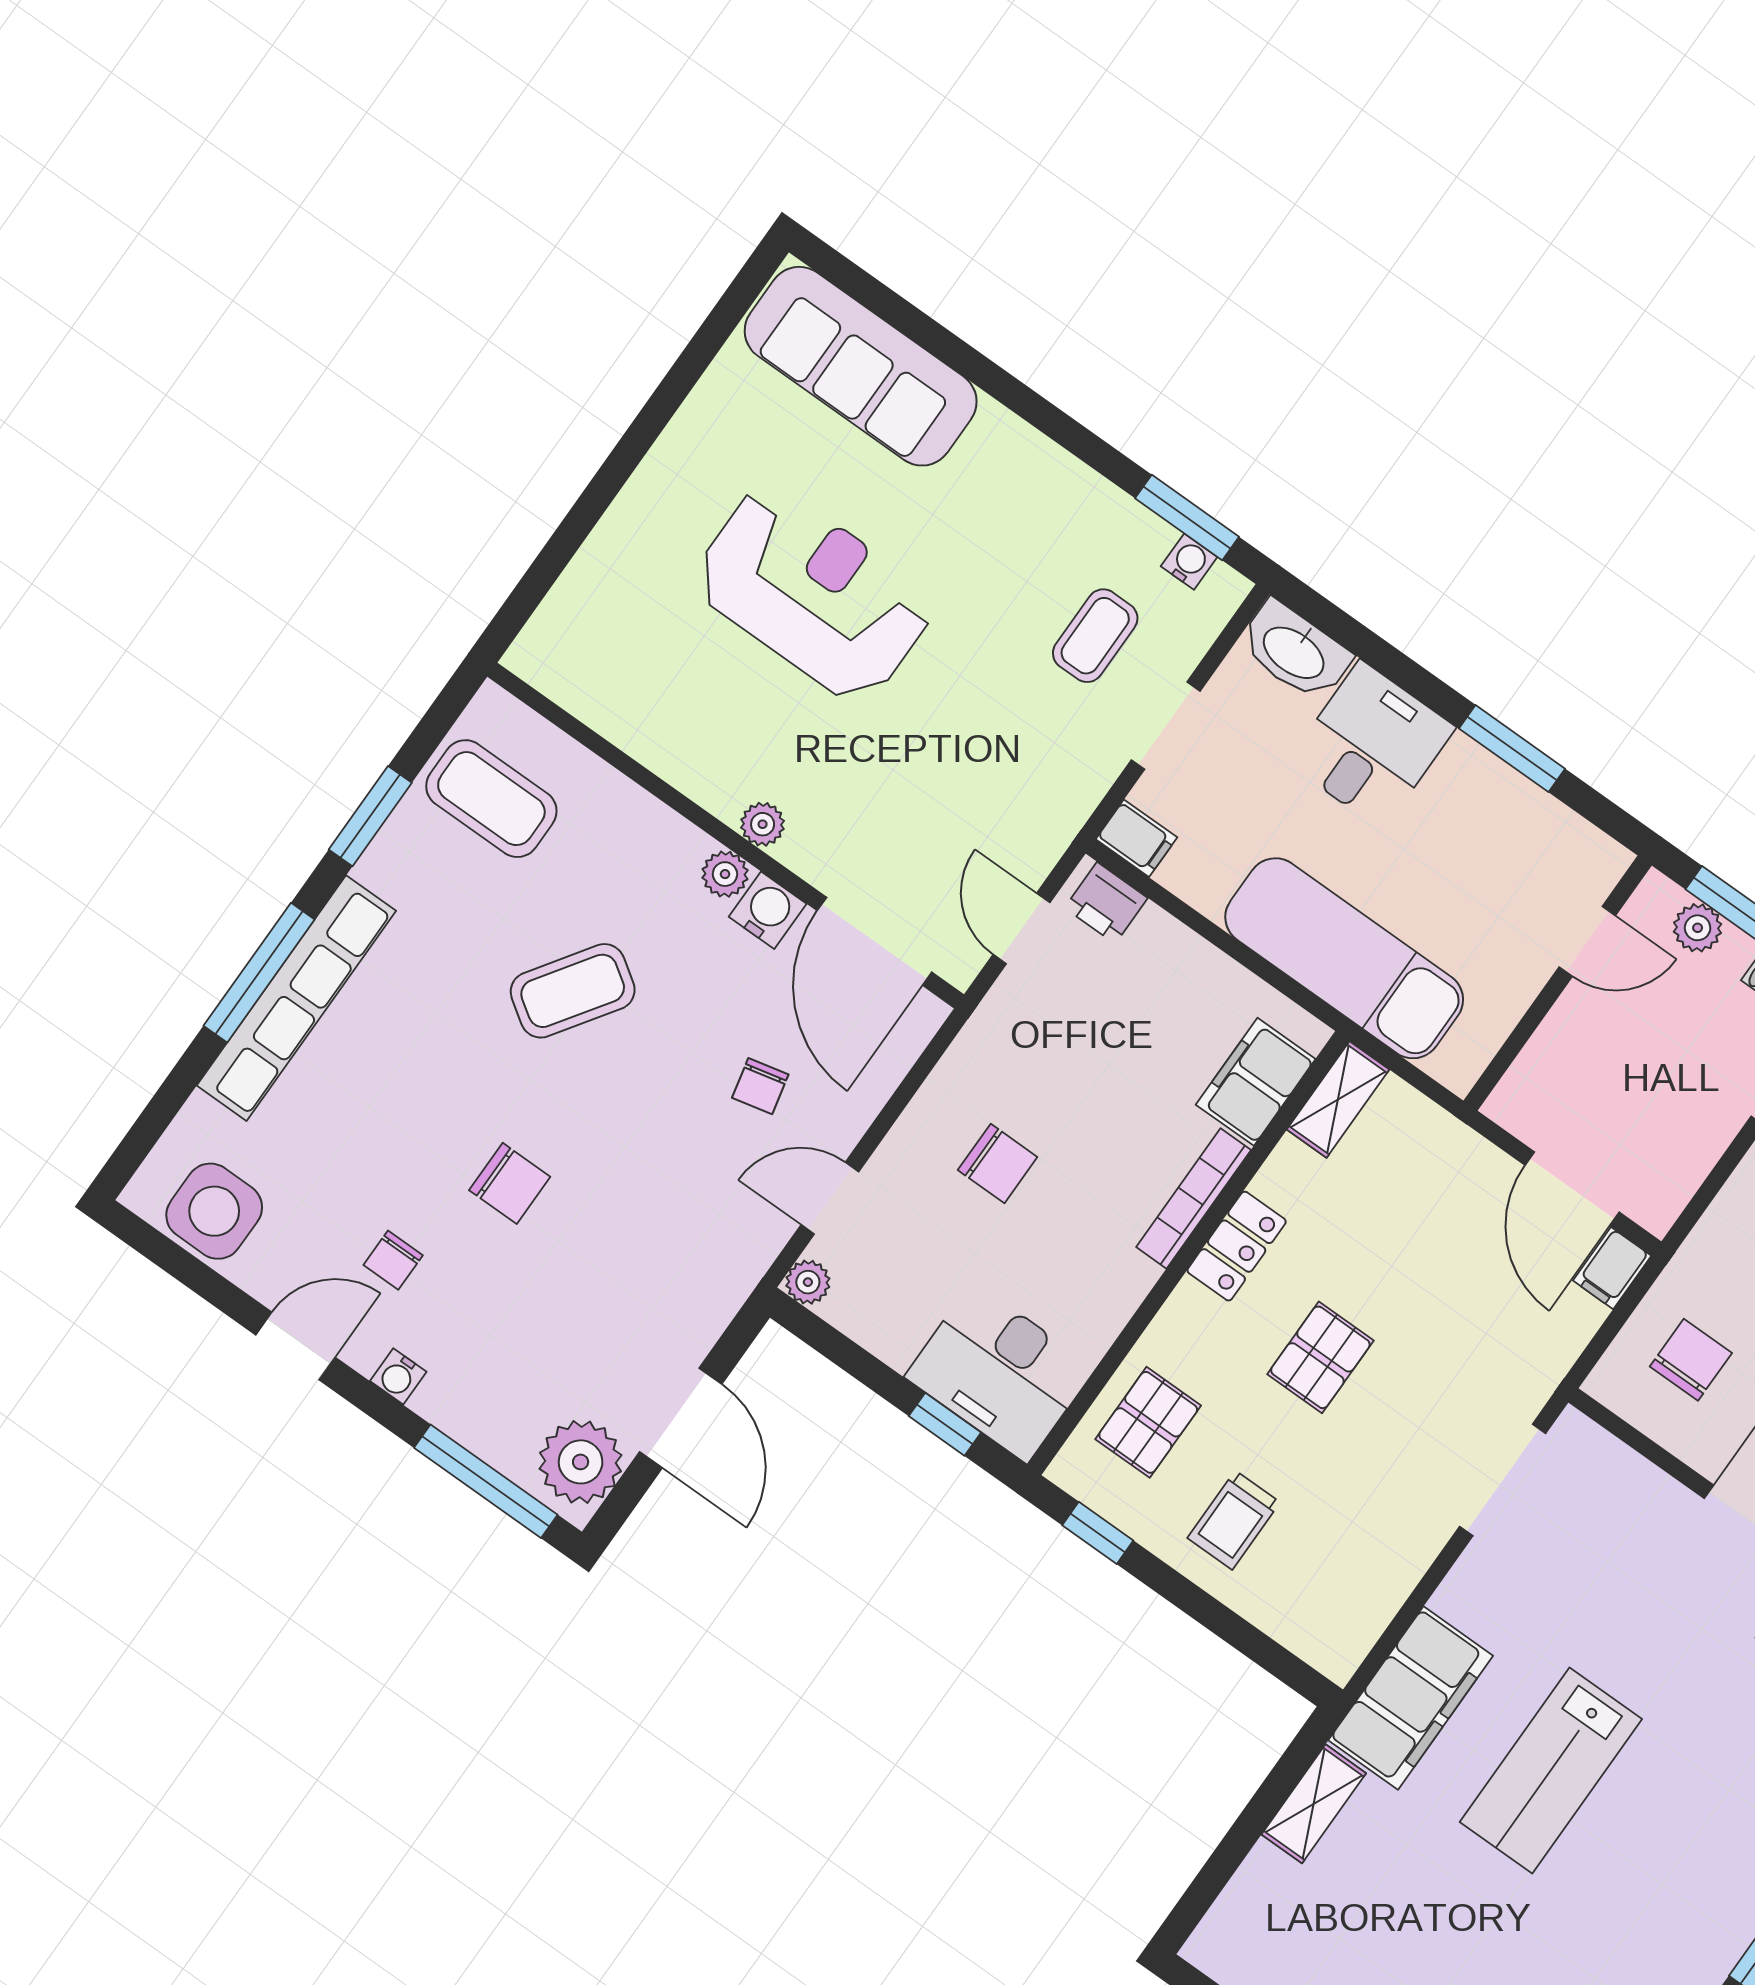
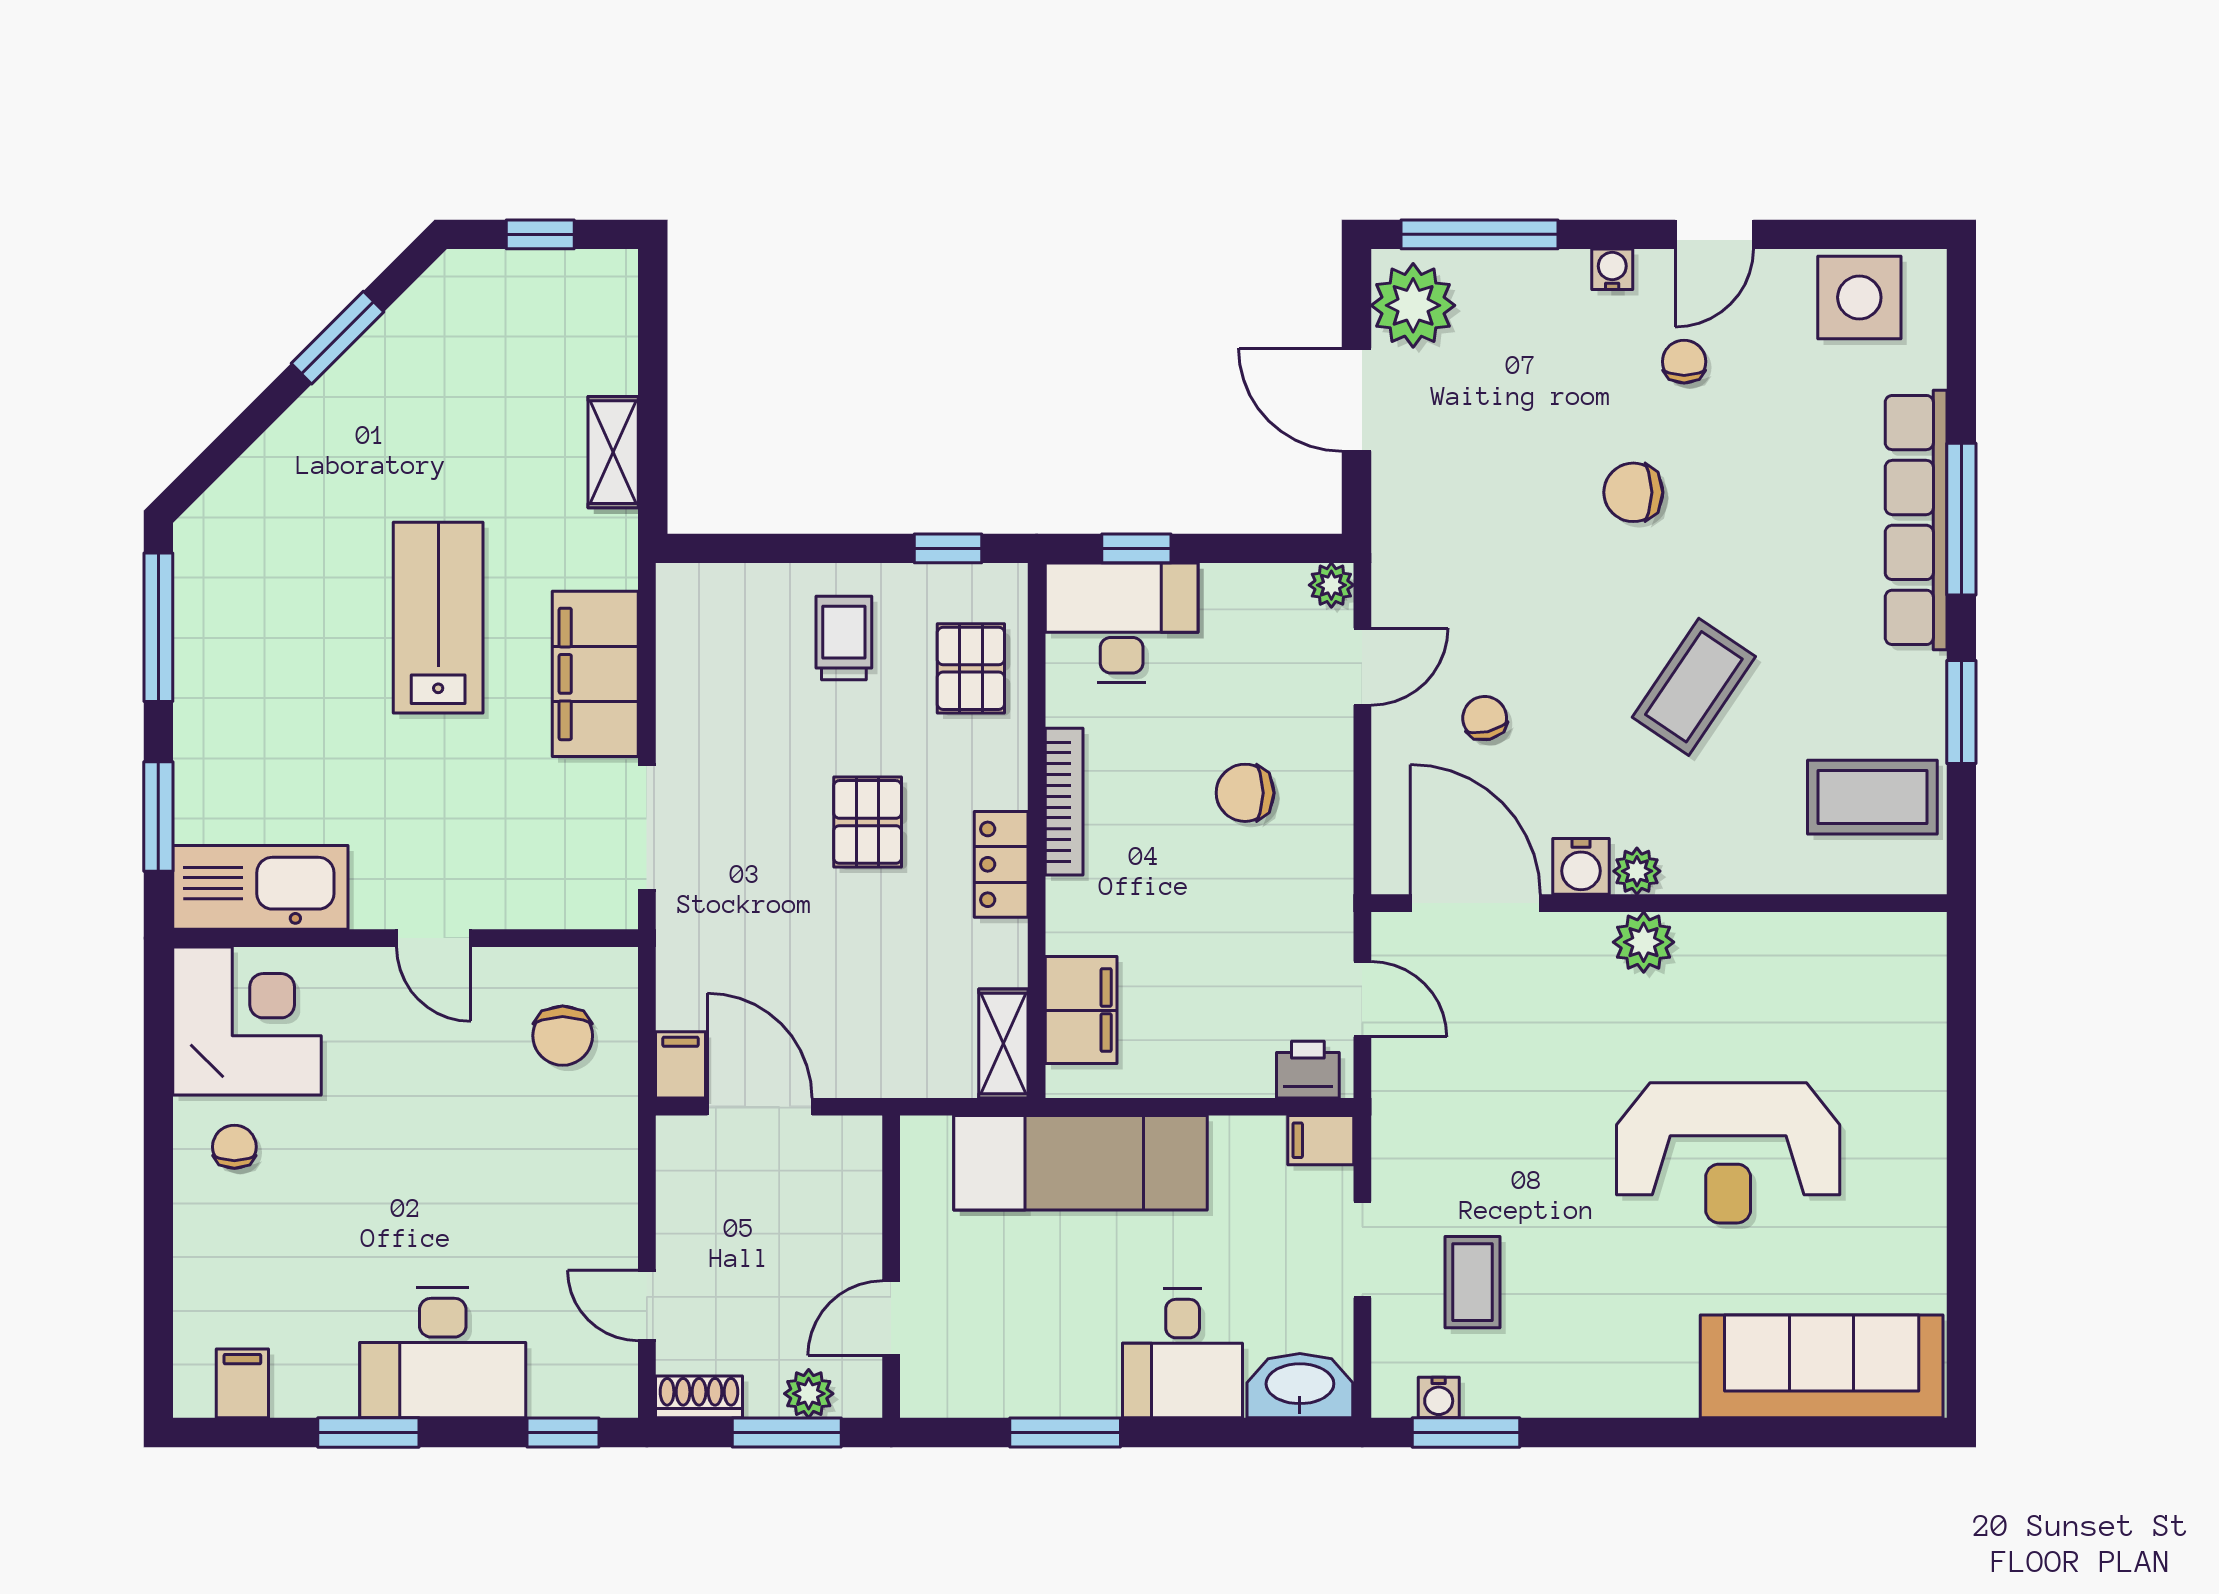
plant: (763, 824) -> (1644, 942), width x1.38, depth x1.38
bookcase: (1194, 1198) -> (1064, 802), moved
filing cabinet: (1411, 1698) -> (595, 674), moved

